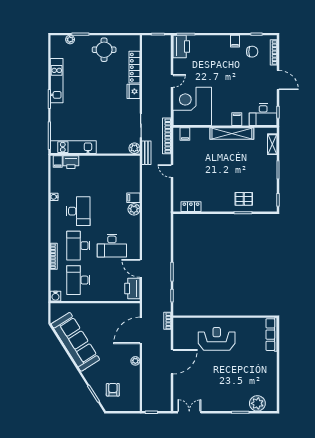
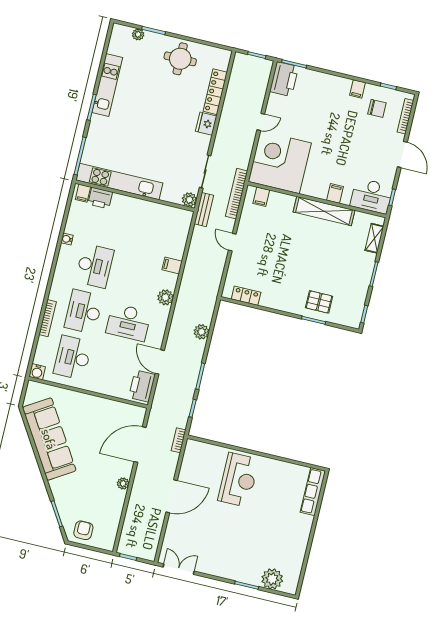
kitchen unit: (73, 147) -> (119, 182), width x1.36
plant: (134, 209) -> (165, 297), moved
plant: (165, 240) -> (201, 332), added
reception desk: (217, 339) -> (238, 480), turned 90
armchair: (113, 390) -> (83, 530), moved

